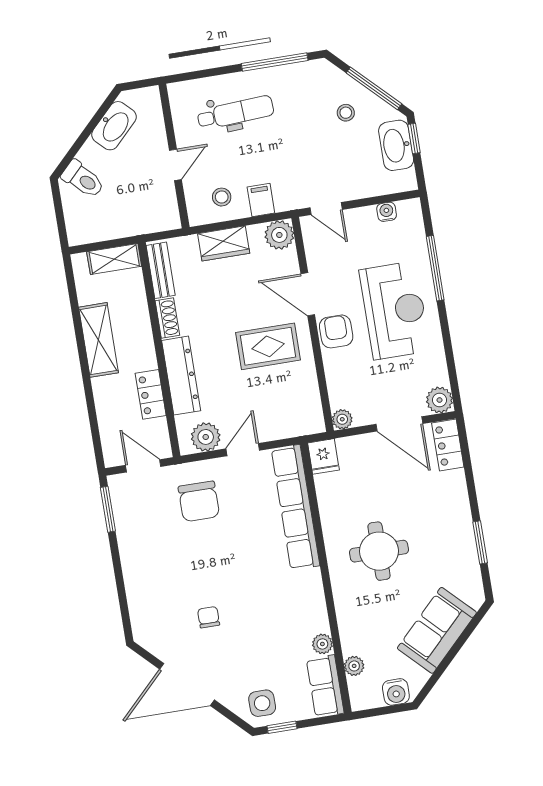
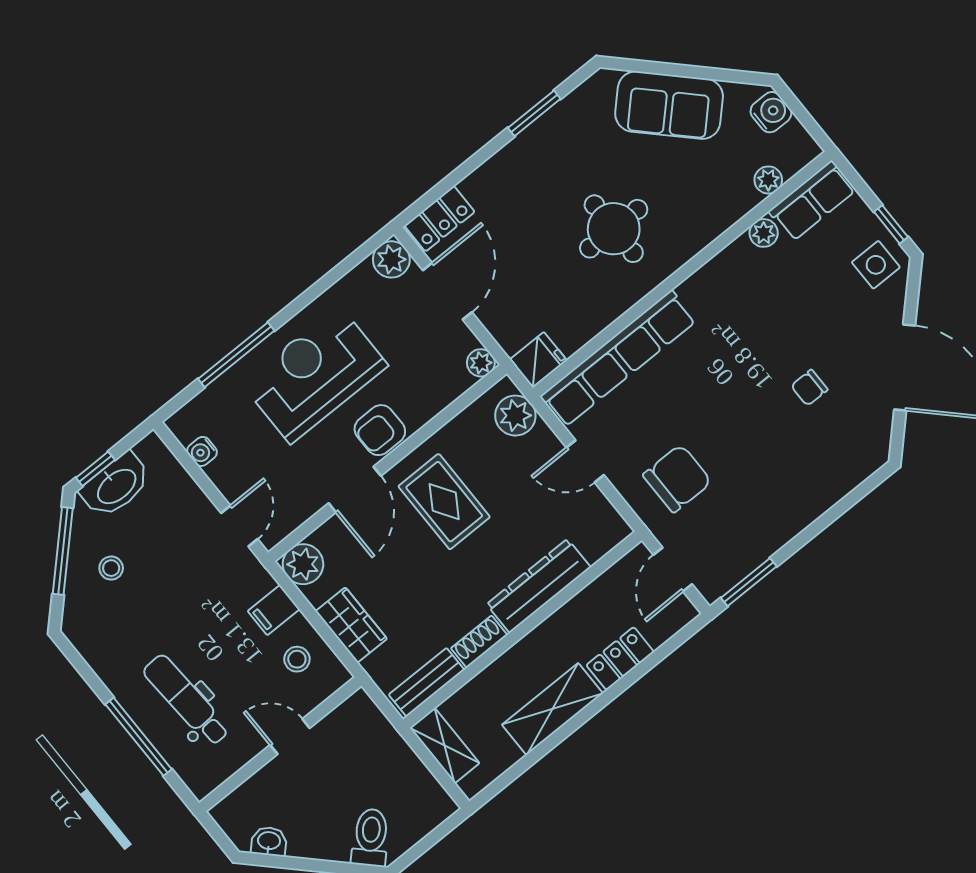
window: (275, 62) -> (139, 737), moved
washbasin: (114, 126) -> (269, 841), width x0.52, depth x0.69
locker: (151, 394) -> (620, 659), moved, turned 180
plant: (206, 437) -> (515, 416), moved

